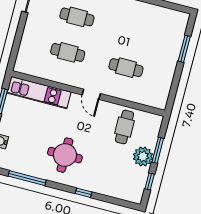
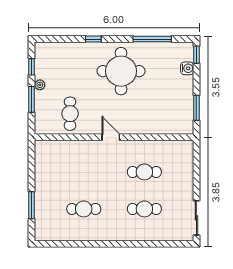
cafe table: (126, 68) -> (84, 209), moved
kitchen unit: (39, 93) -> (162, 126), removed
round table: (65, 155) -> (121, 71), width x1.36, depth x1.36
plant: (143, 157) -> (40, 85), width x0.53, depth x0.53

